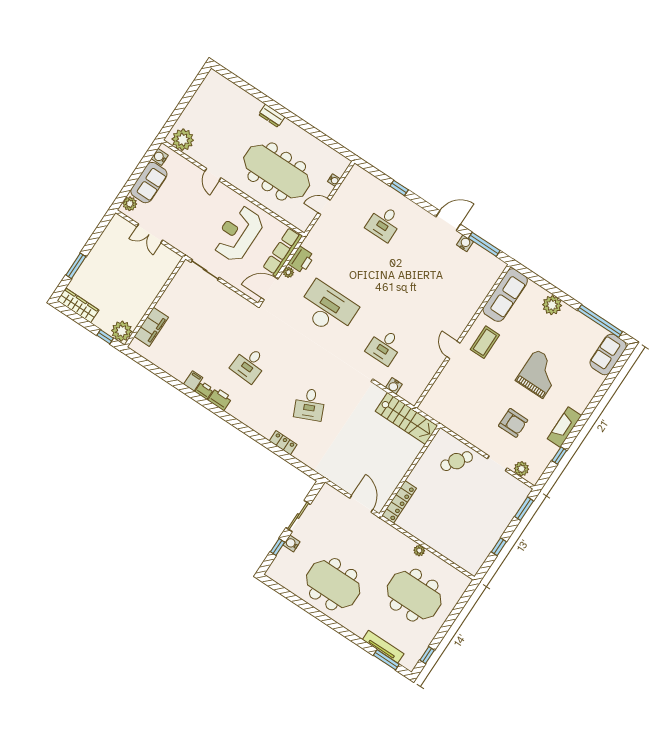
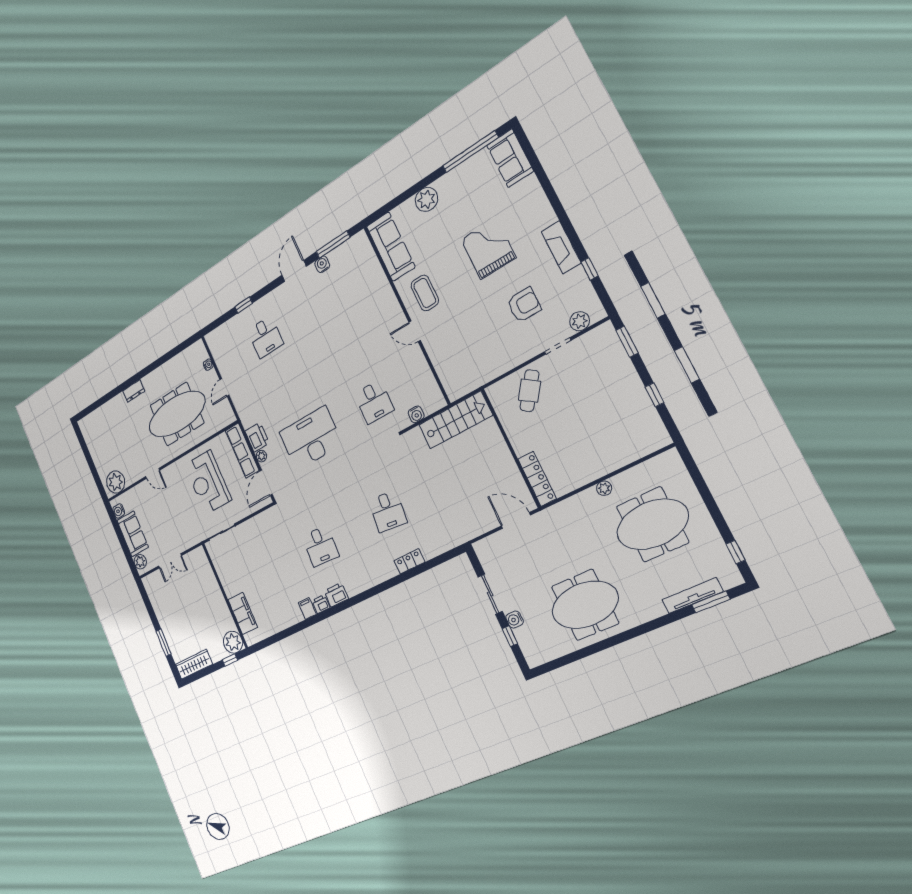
desk: (310, 404) -> (388, 511), turned 30

